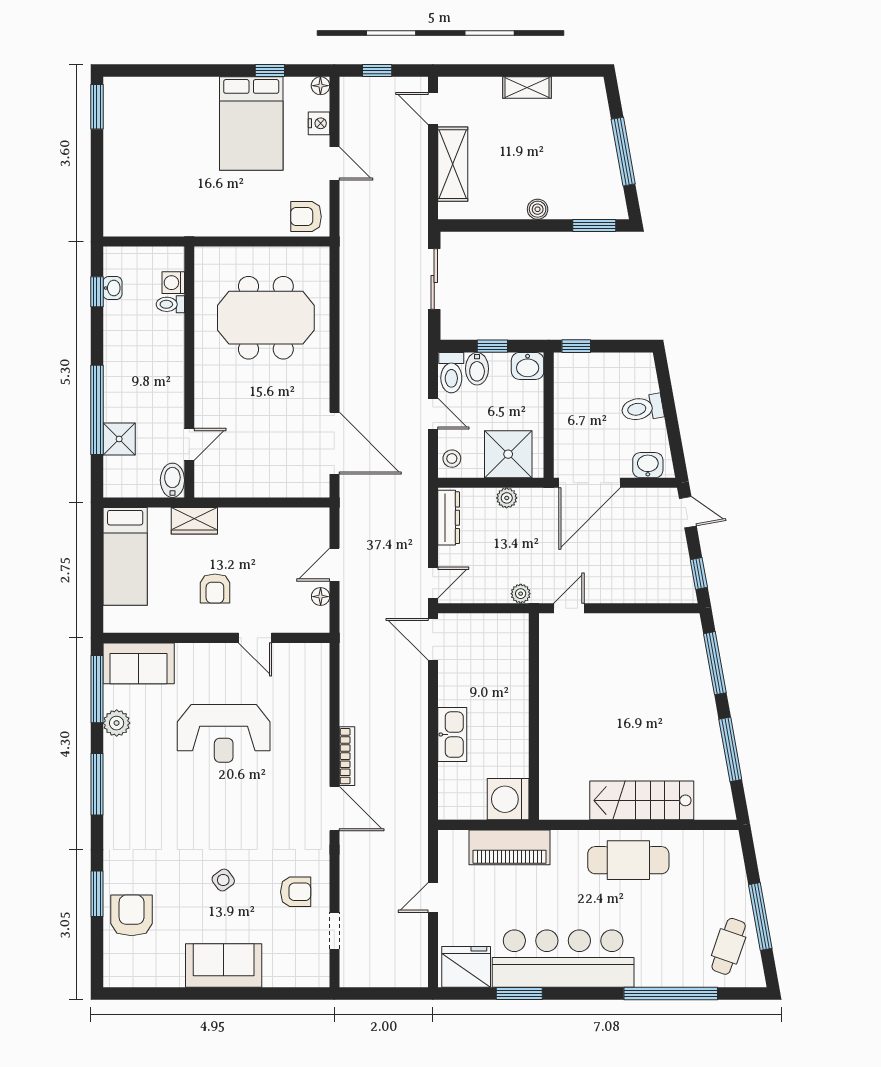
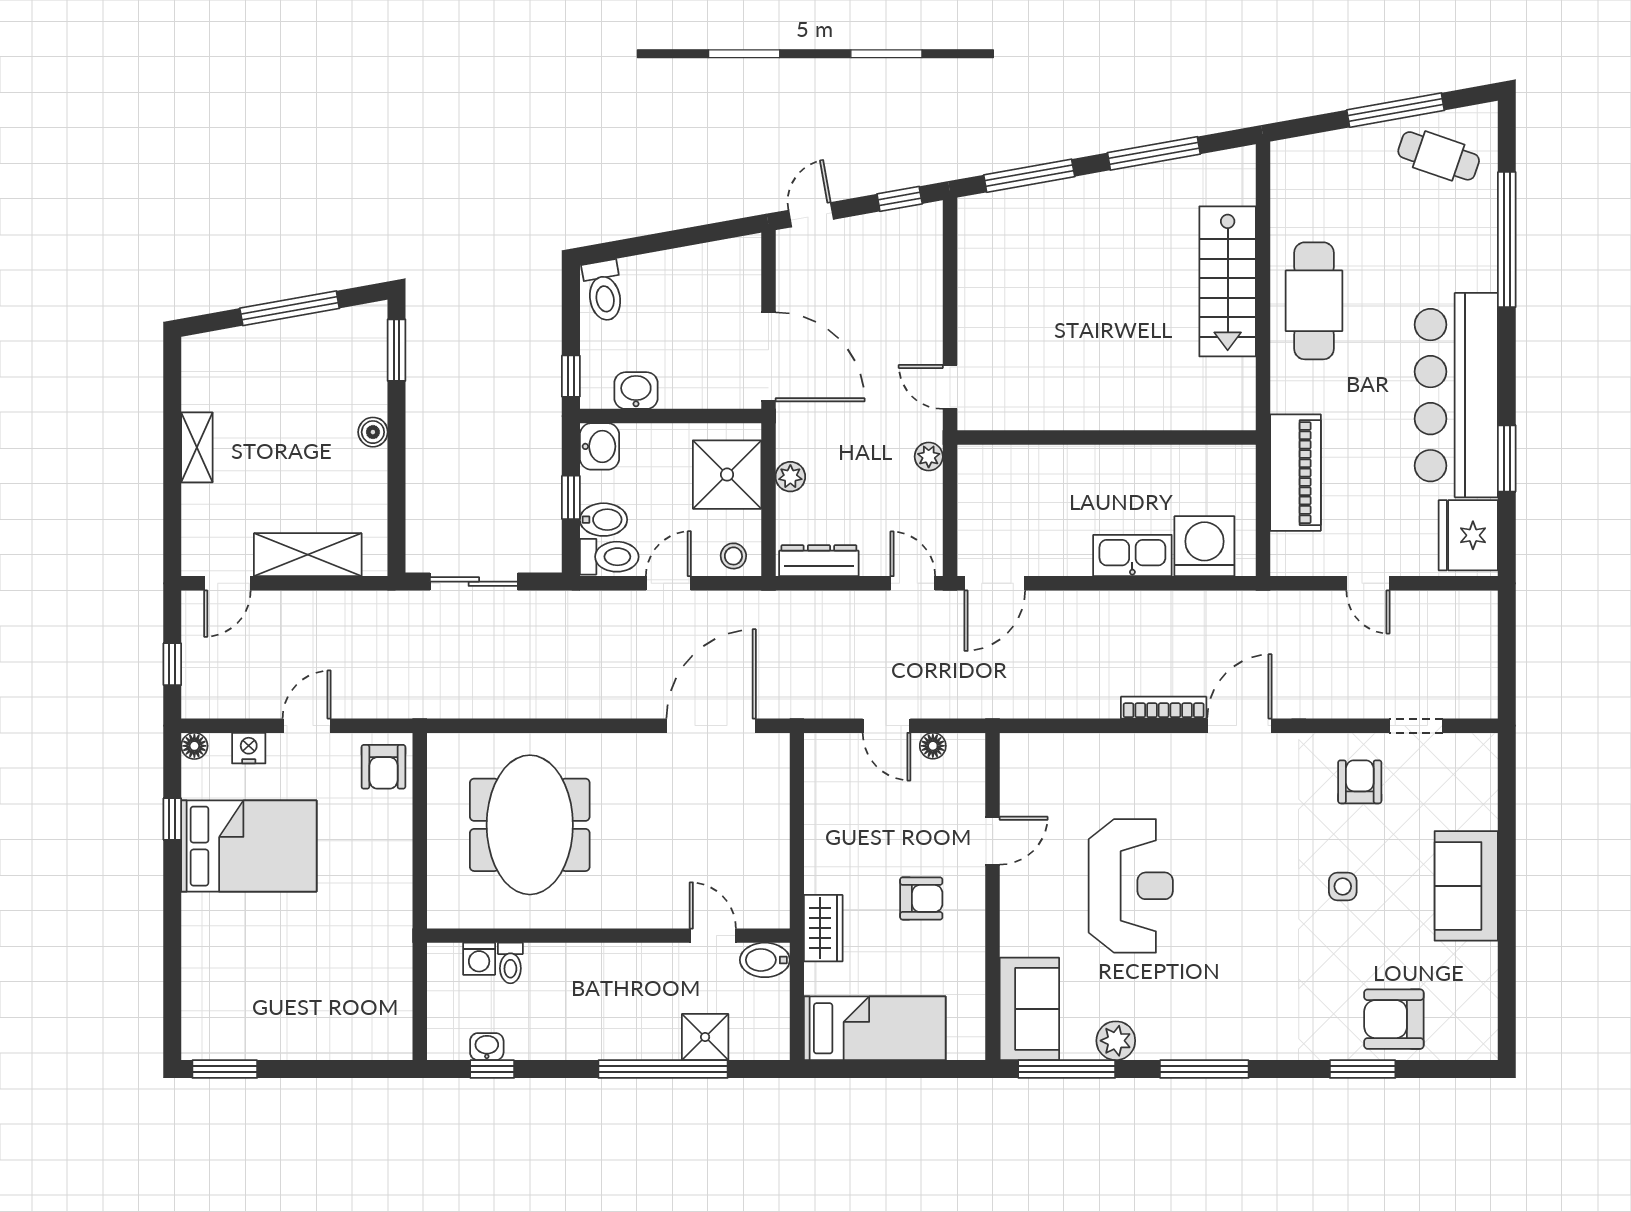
toilet: (642, 408) -> (604, 291), moved
washbasin: (648, 465) -> (636, 391), moved, turned 90
washing machine: (508, 799) -> (1204, 546), moved, turned 180
side table: (223, 880) -> (1343, 886), turned 36

